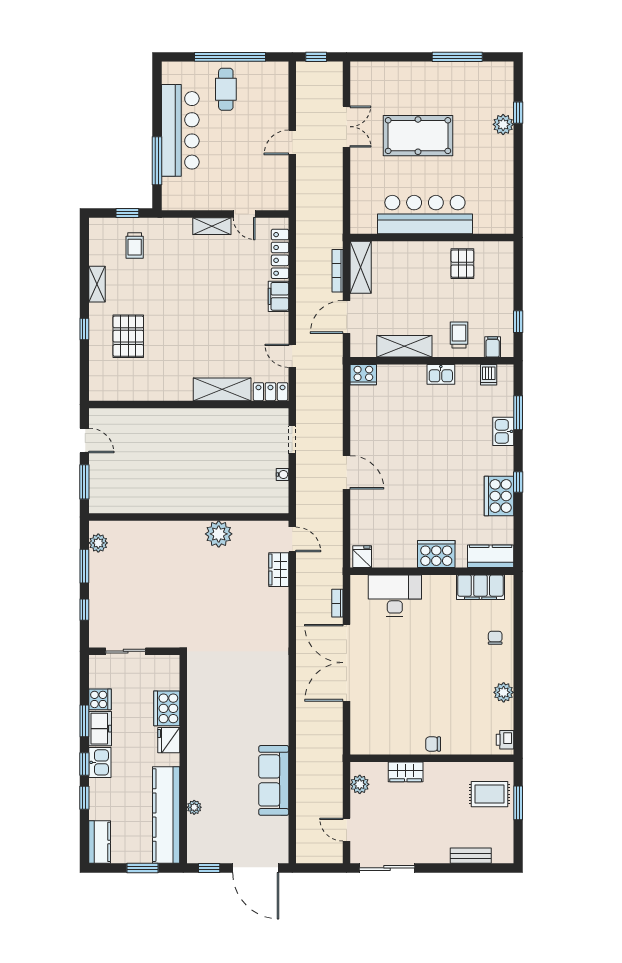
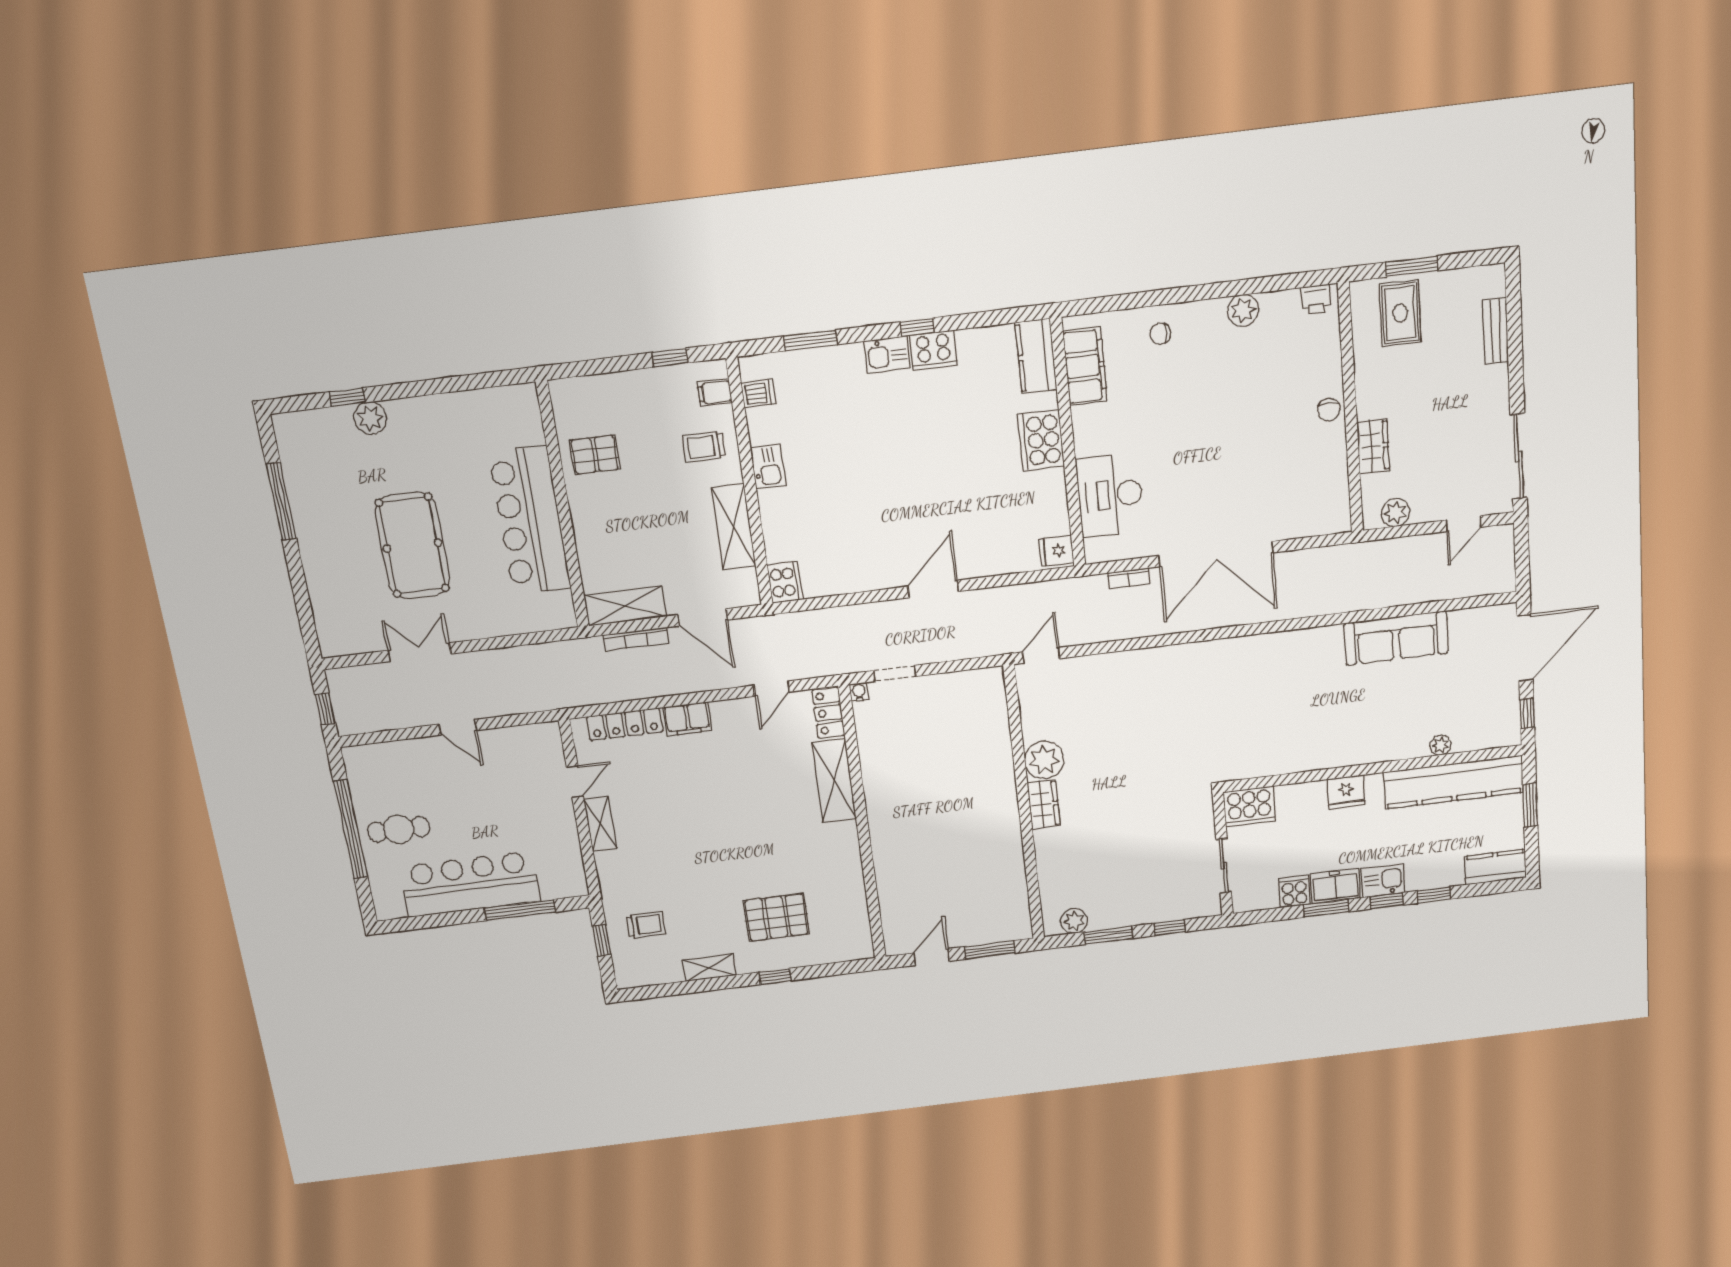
kitchen sink: (503, 431) -> (887, 355), moved
water cooler: (282, 475) -> (859, 692), moved
cooker: (499, 496) -> (933, 350), width x0.73, depth x0.76
wardrobe: (279, 570) -> (1044, 804), moved, turned -90
cooker: (167, 708) -> (1249, 806), moved

